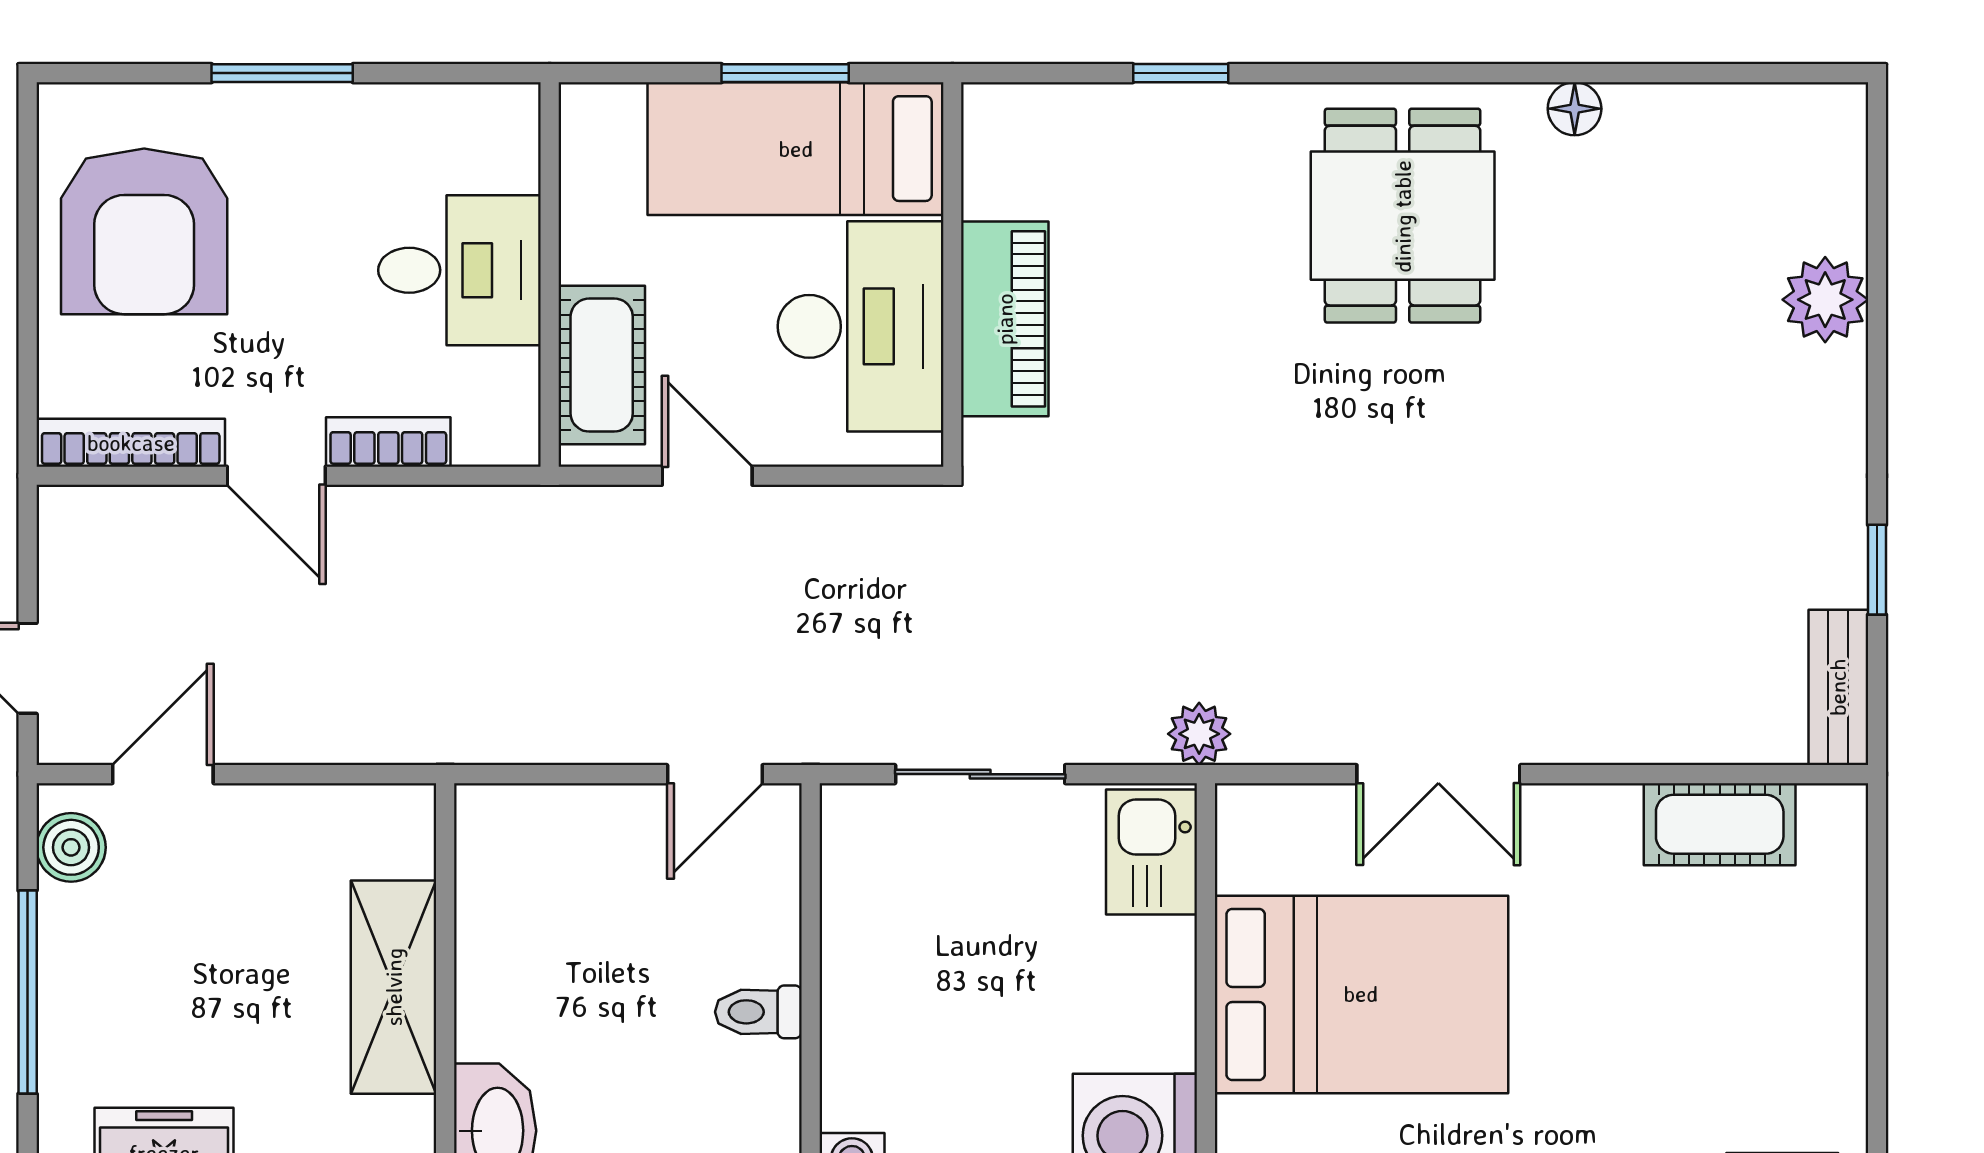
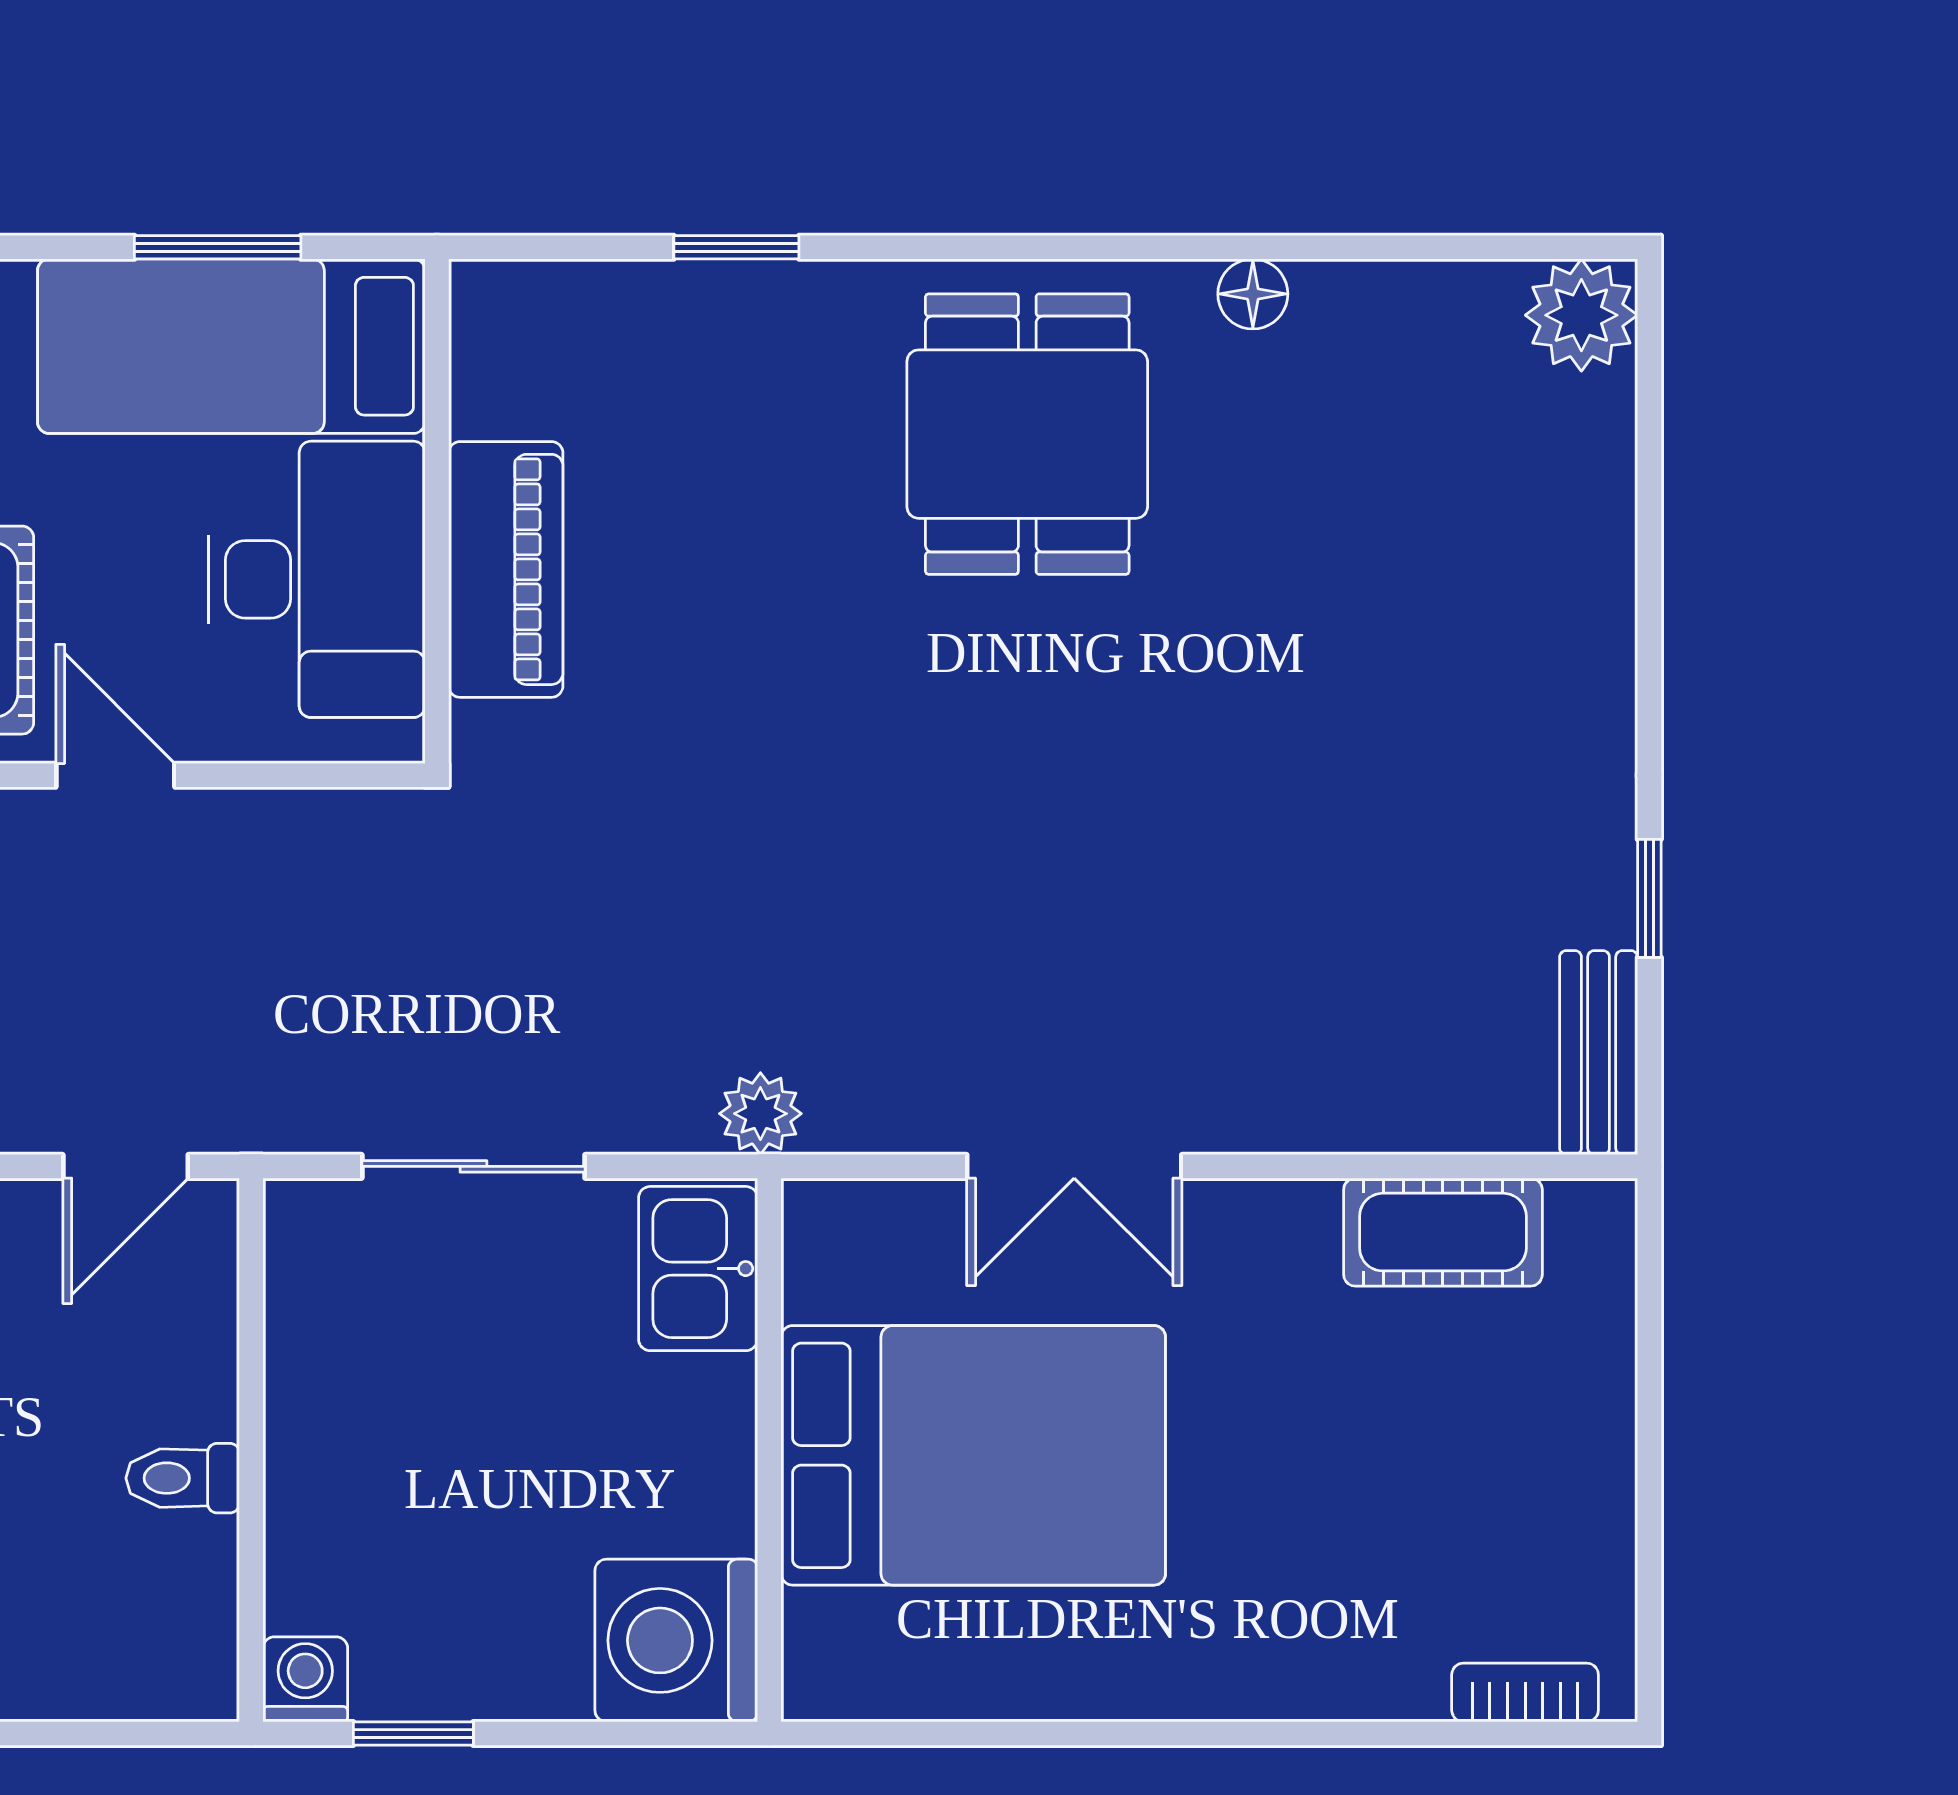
plant: (1825, 300) -> (1581, 315), moved

